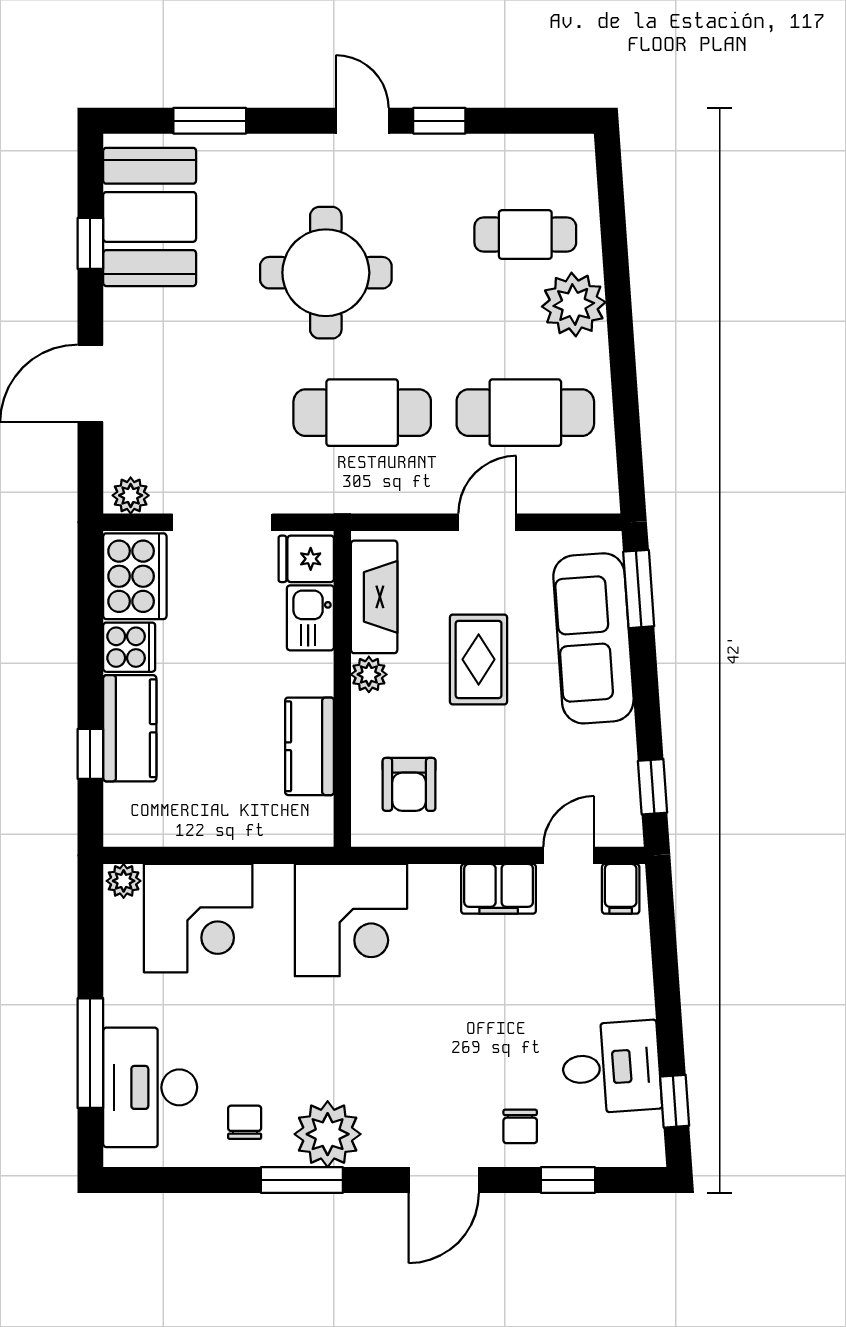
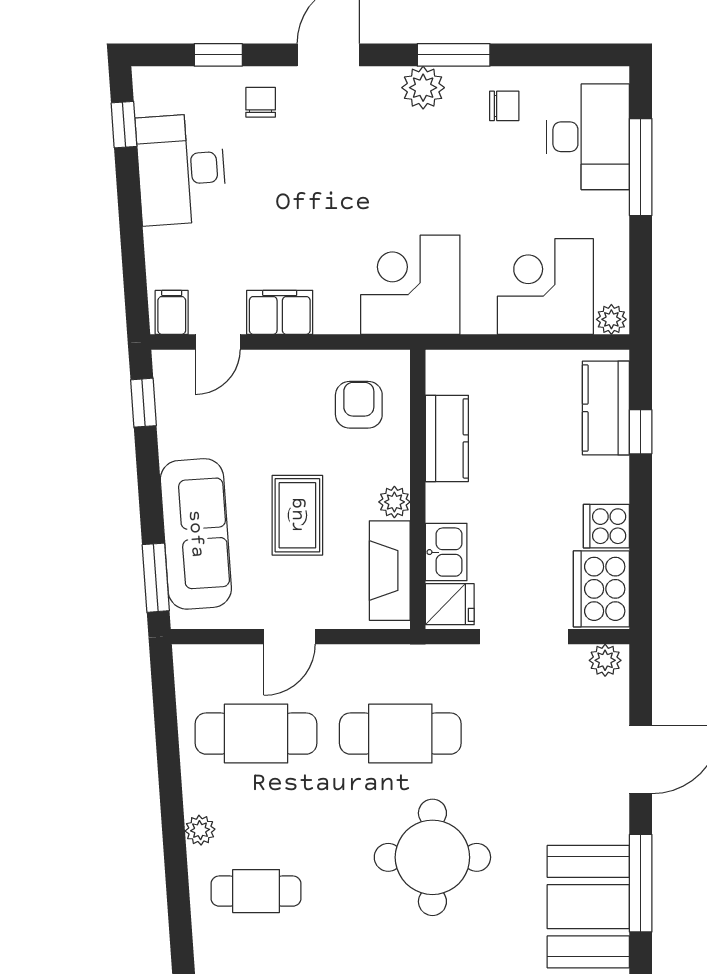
window: (90, 243) -> (641, 883), width x2.17
plant: (574, 304) -> (200, 830), width x0.53, depth x0.53
kitchen counter: (130, 728) -> (606, 408), moved
desk: (611, 1067) -> (181, 169), width x1.37
chair: (245, 1122) -> (504, 106), turned -90
plant: (328, 1134) -> (423, 88), width x0.73, depth x0.73

